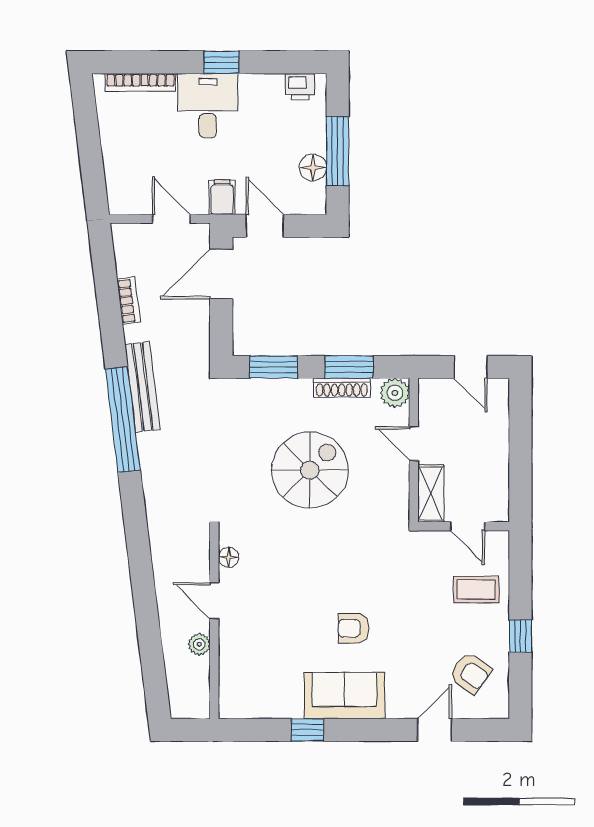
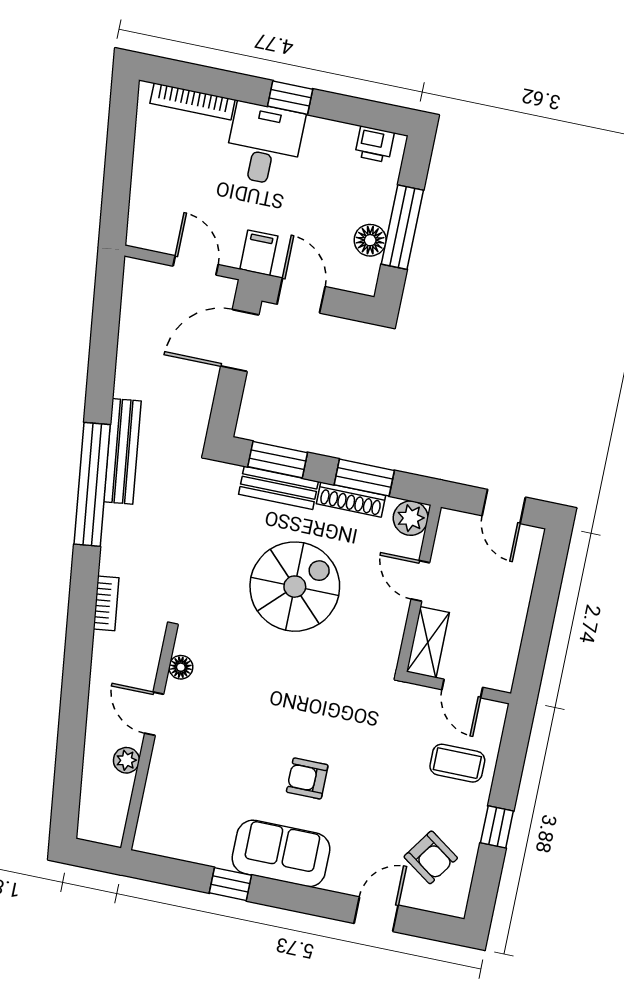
bookcase: (129, 301) -> (106, 603), moved
bench: (279, 390) -> (278, 488), added

